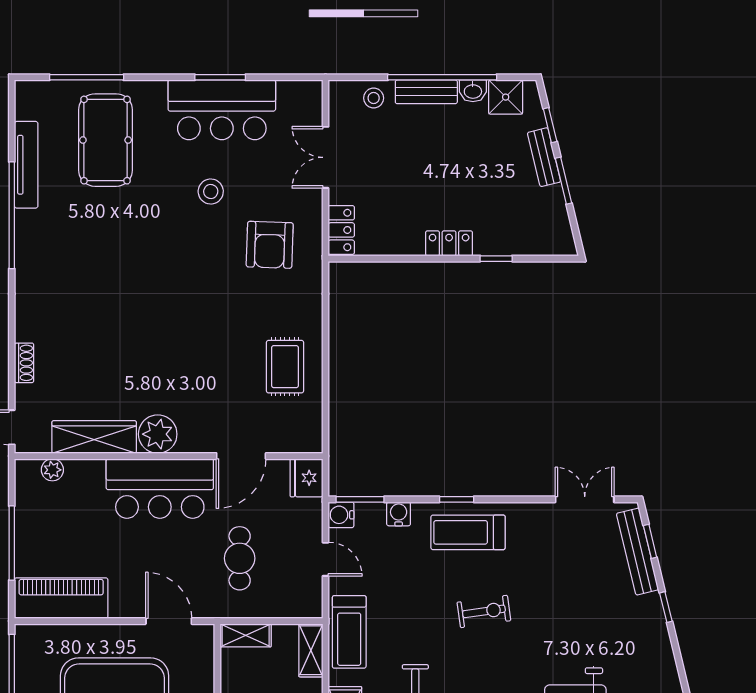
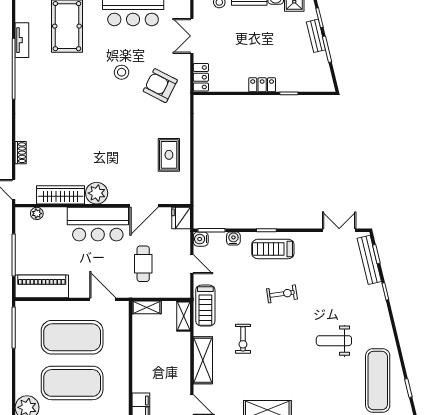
tv unit: (26, 165) -> (22, 40), width x0.71
stool: (211, 191) -> (122, 72), moved
armchair: (270, 245) -> (160, 86), turned 115

